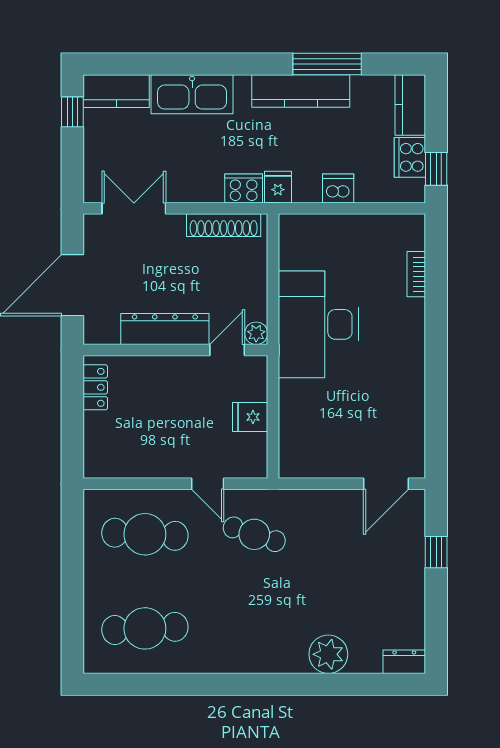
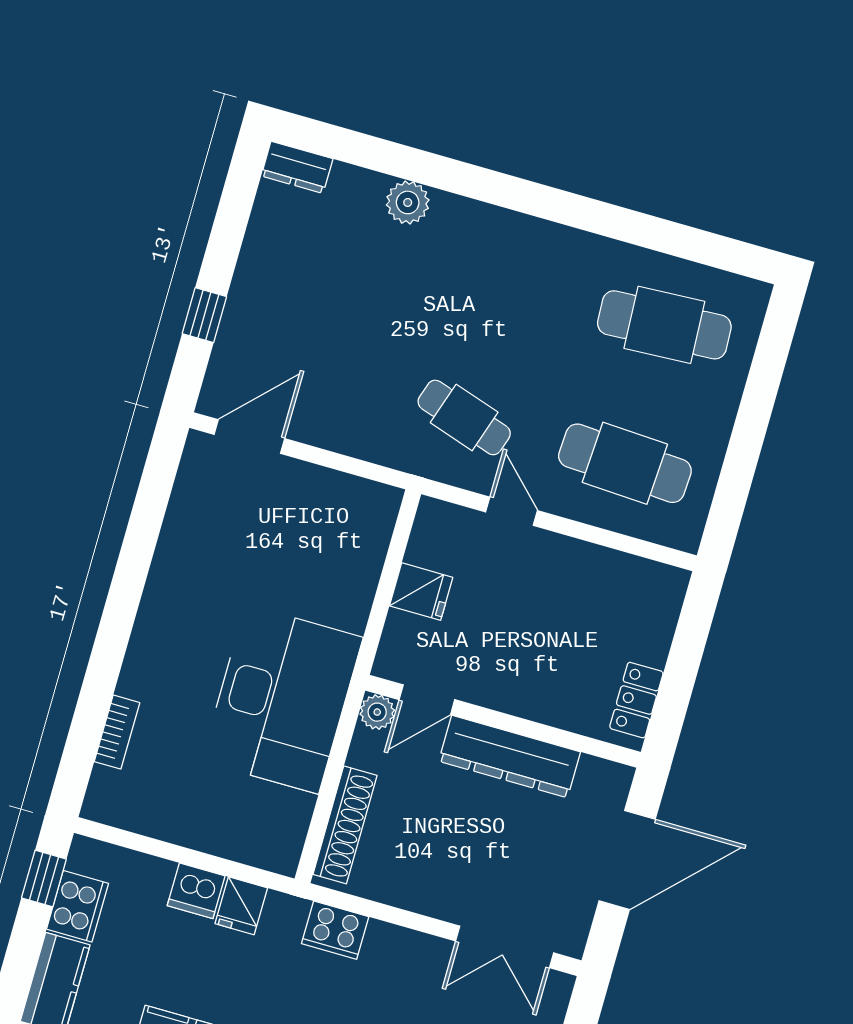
fridge: (278, 187) -> (241, 906), moved
shoe rack: (224, 225) -> (345, 825), moved, turned 90
plant: (328, 654) -> (408, 202), width x0.73, depth x0.73

